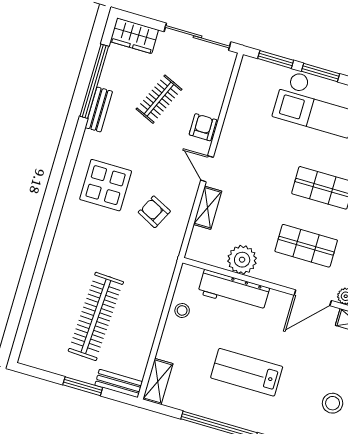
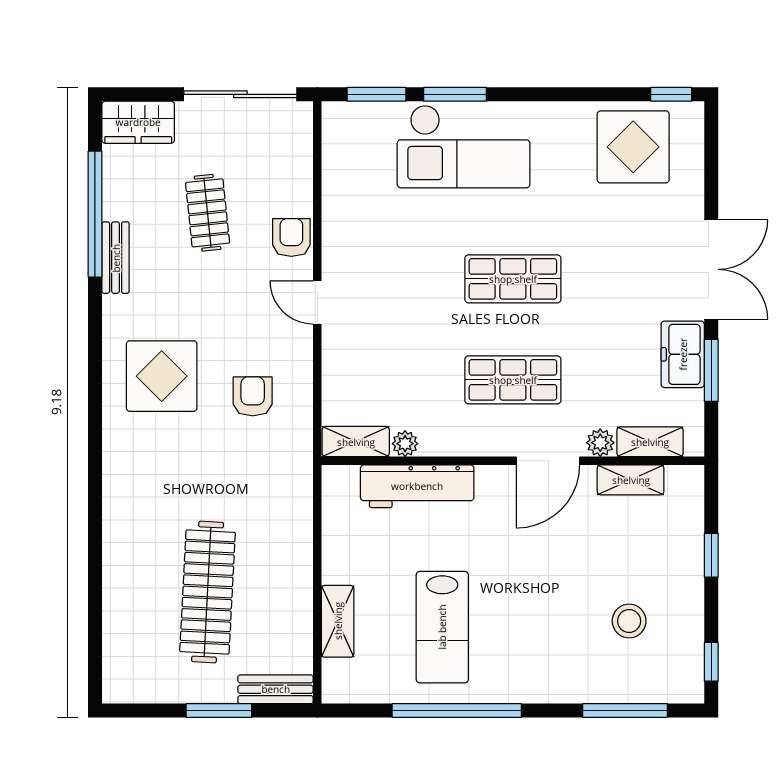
clothes rail: (159, 99) -> (208, 213), turned -30
shelving: (208, 208) -> (356, 442), moved, turned 90
armchair: (154, 212) -> (253, 396), turned 63
plant: (242, 260) -> (405, 444), width x0.53, depth x0.53
stool: (182, 310) -> (344, 542), removed
lab bench: (247, 372) -> (442, 627), moved, turned -90
shelving: (158, 381) -> (338, 621), moved

